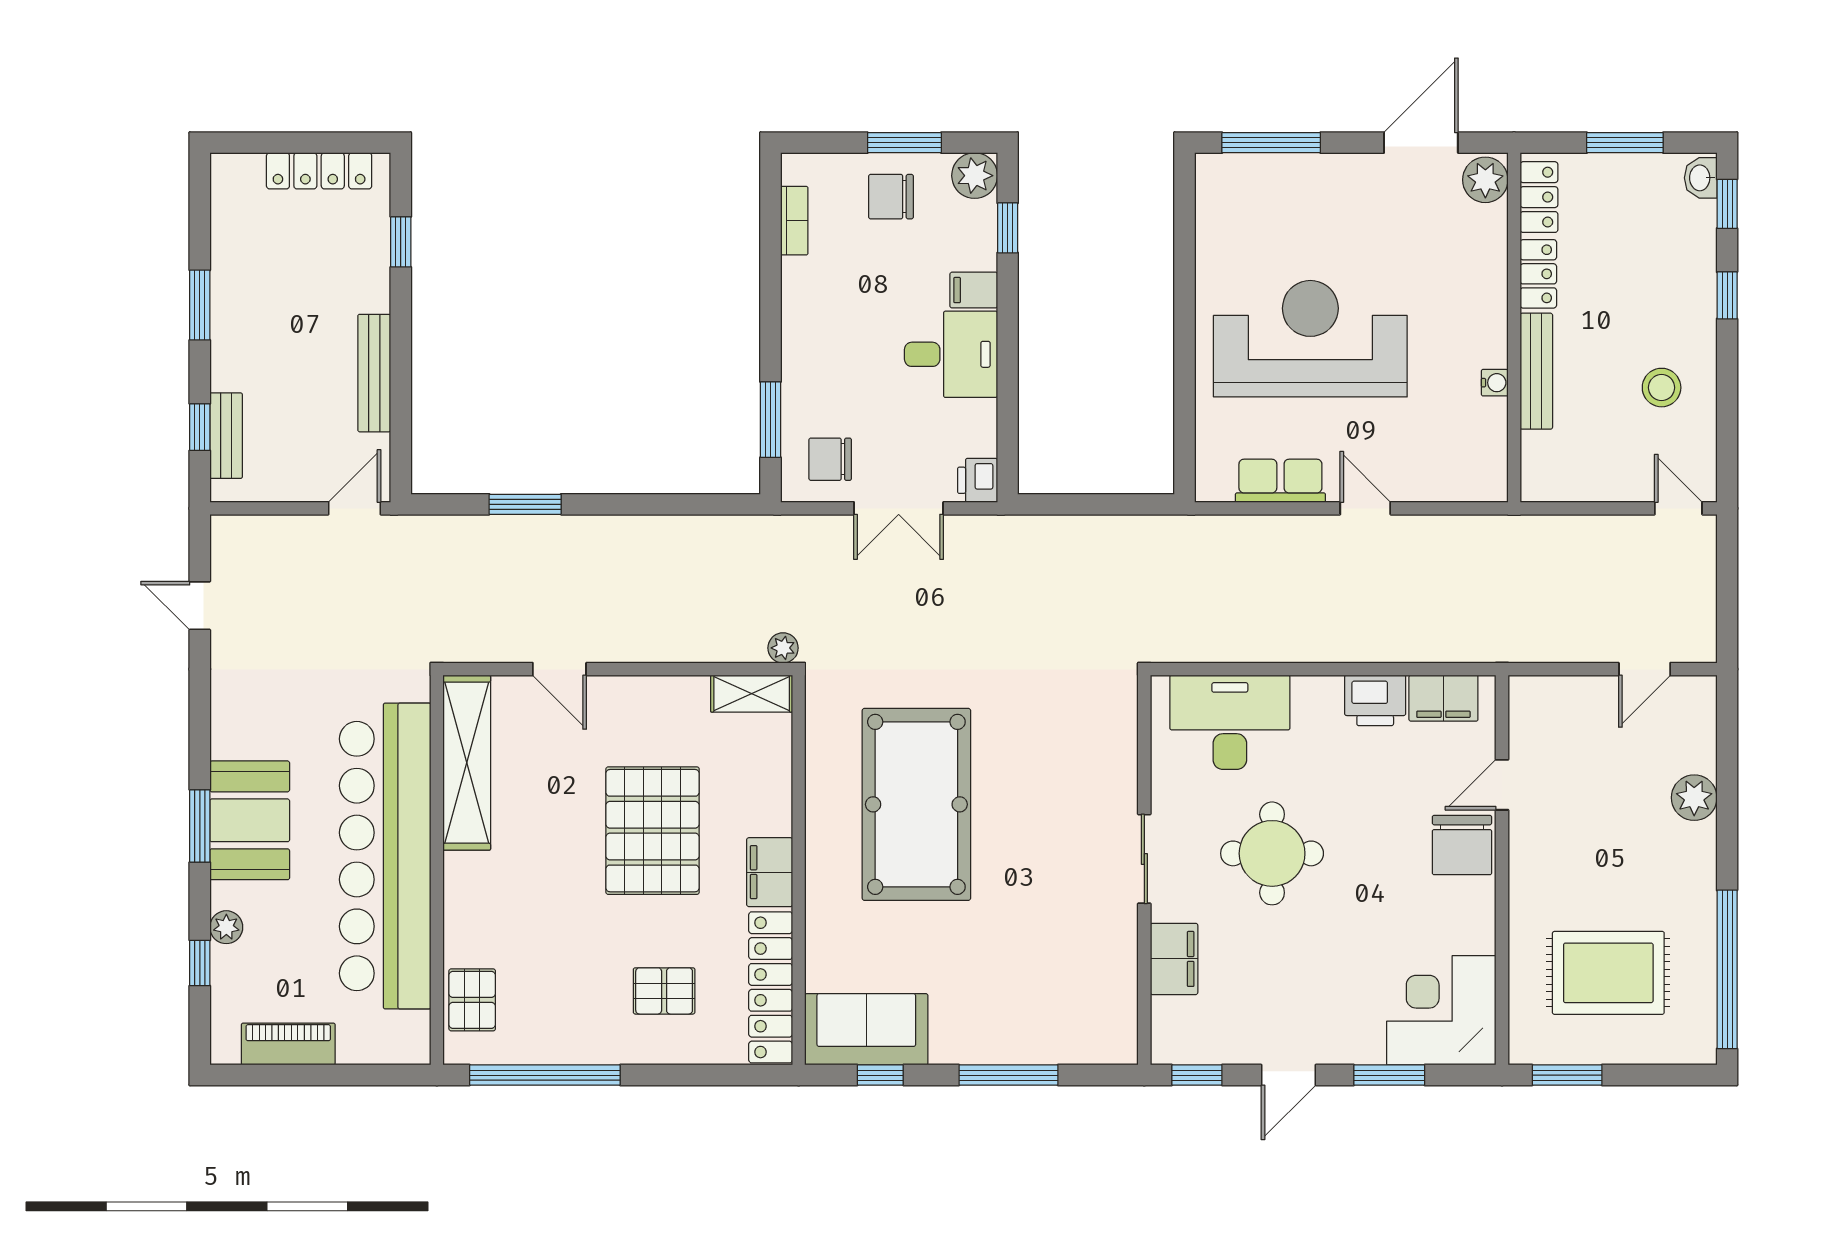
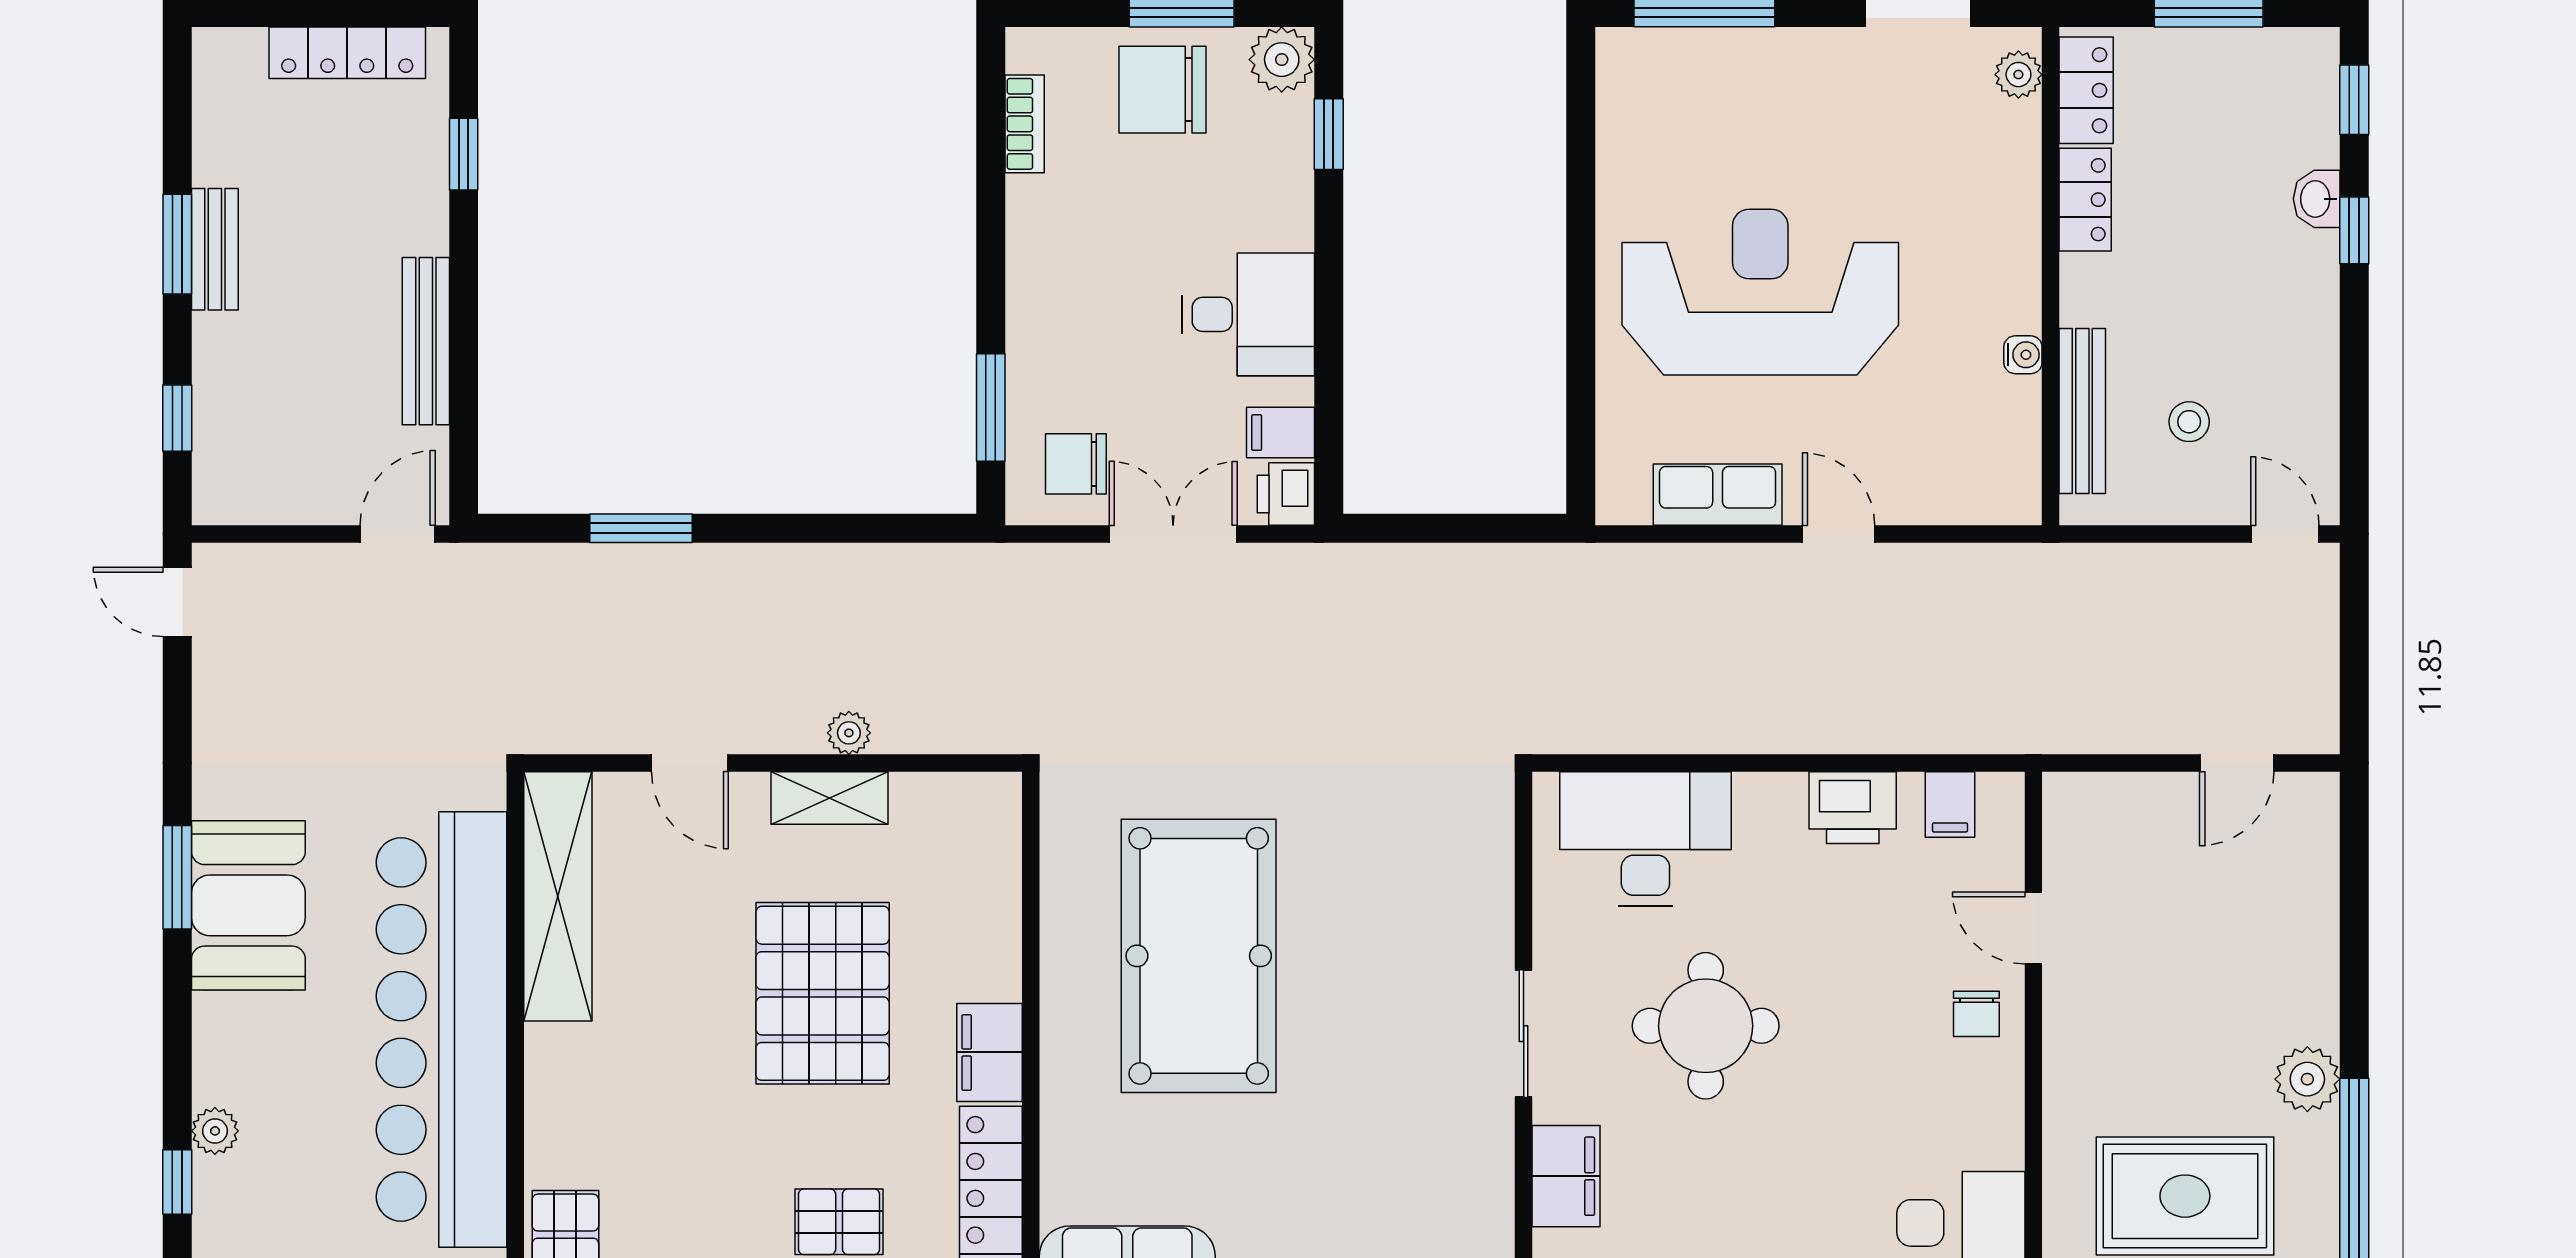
washbasin: (1701, 178) -> (2317, 199), moved
plant: (1485, 180) -> (2018, 75), width x0.73, depth x0.73
chair: (891, 197) -> (1163, 90), width x1.37, depth x1.37
filing cabinet: (974, 290) -> (1280, 433), moved
bench: (1536, 371) -> (2082, 411), moved
stool: (1662, 388) -> (2189, 422), moved, width x0.73, depth x0.73
bench: (226, 436) -> (215, 249), moved
double door: (899, 508) -> (1173, 534), swing flipped
door: (200, 606) -> (177, 602), moved
plant: (783, 648) -> (849, 733), moved
shelving: (752, 694) -> (830, 798), moved
filing cabinet: (1443, 698) -> (1950, 804), width x0.50
door: (1502, 785) -> (2033, 928), hinge flipped
plant: (1694, 798) -> (2307, 1079), moved
booth: (250, 820) -> (248, 905), moved
window: (200, 826) -> (177, 877), moved
chair: (1462, 845) -> (1976, 1014), width x0.54, depth x0.54

